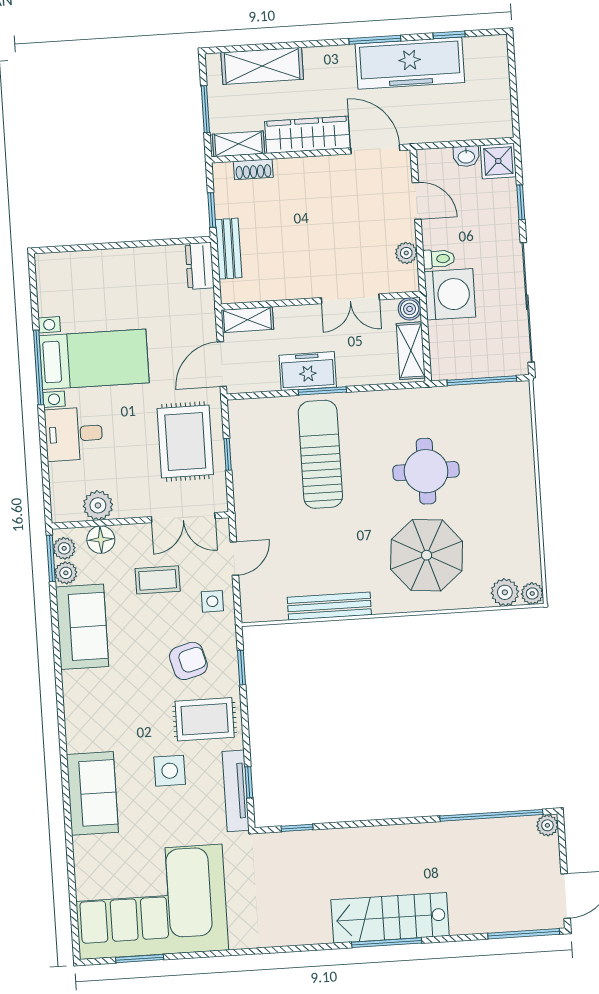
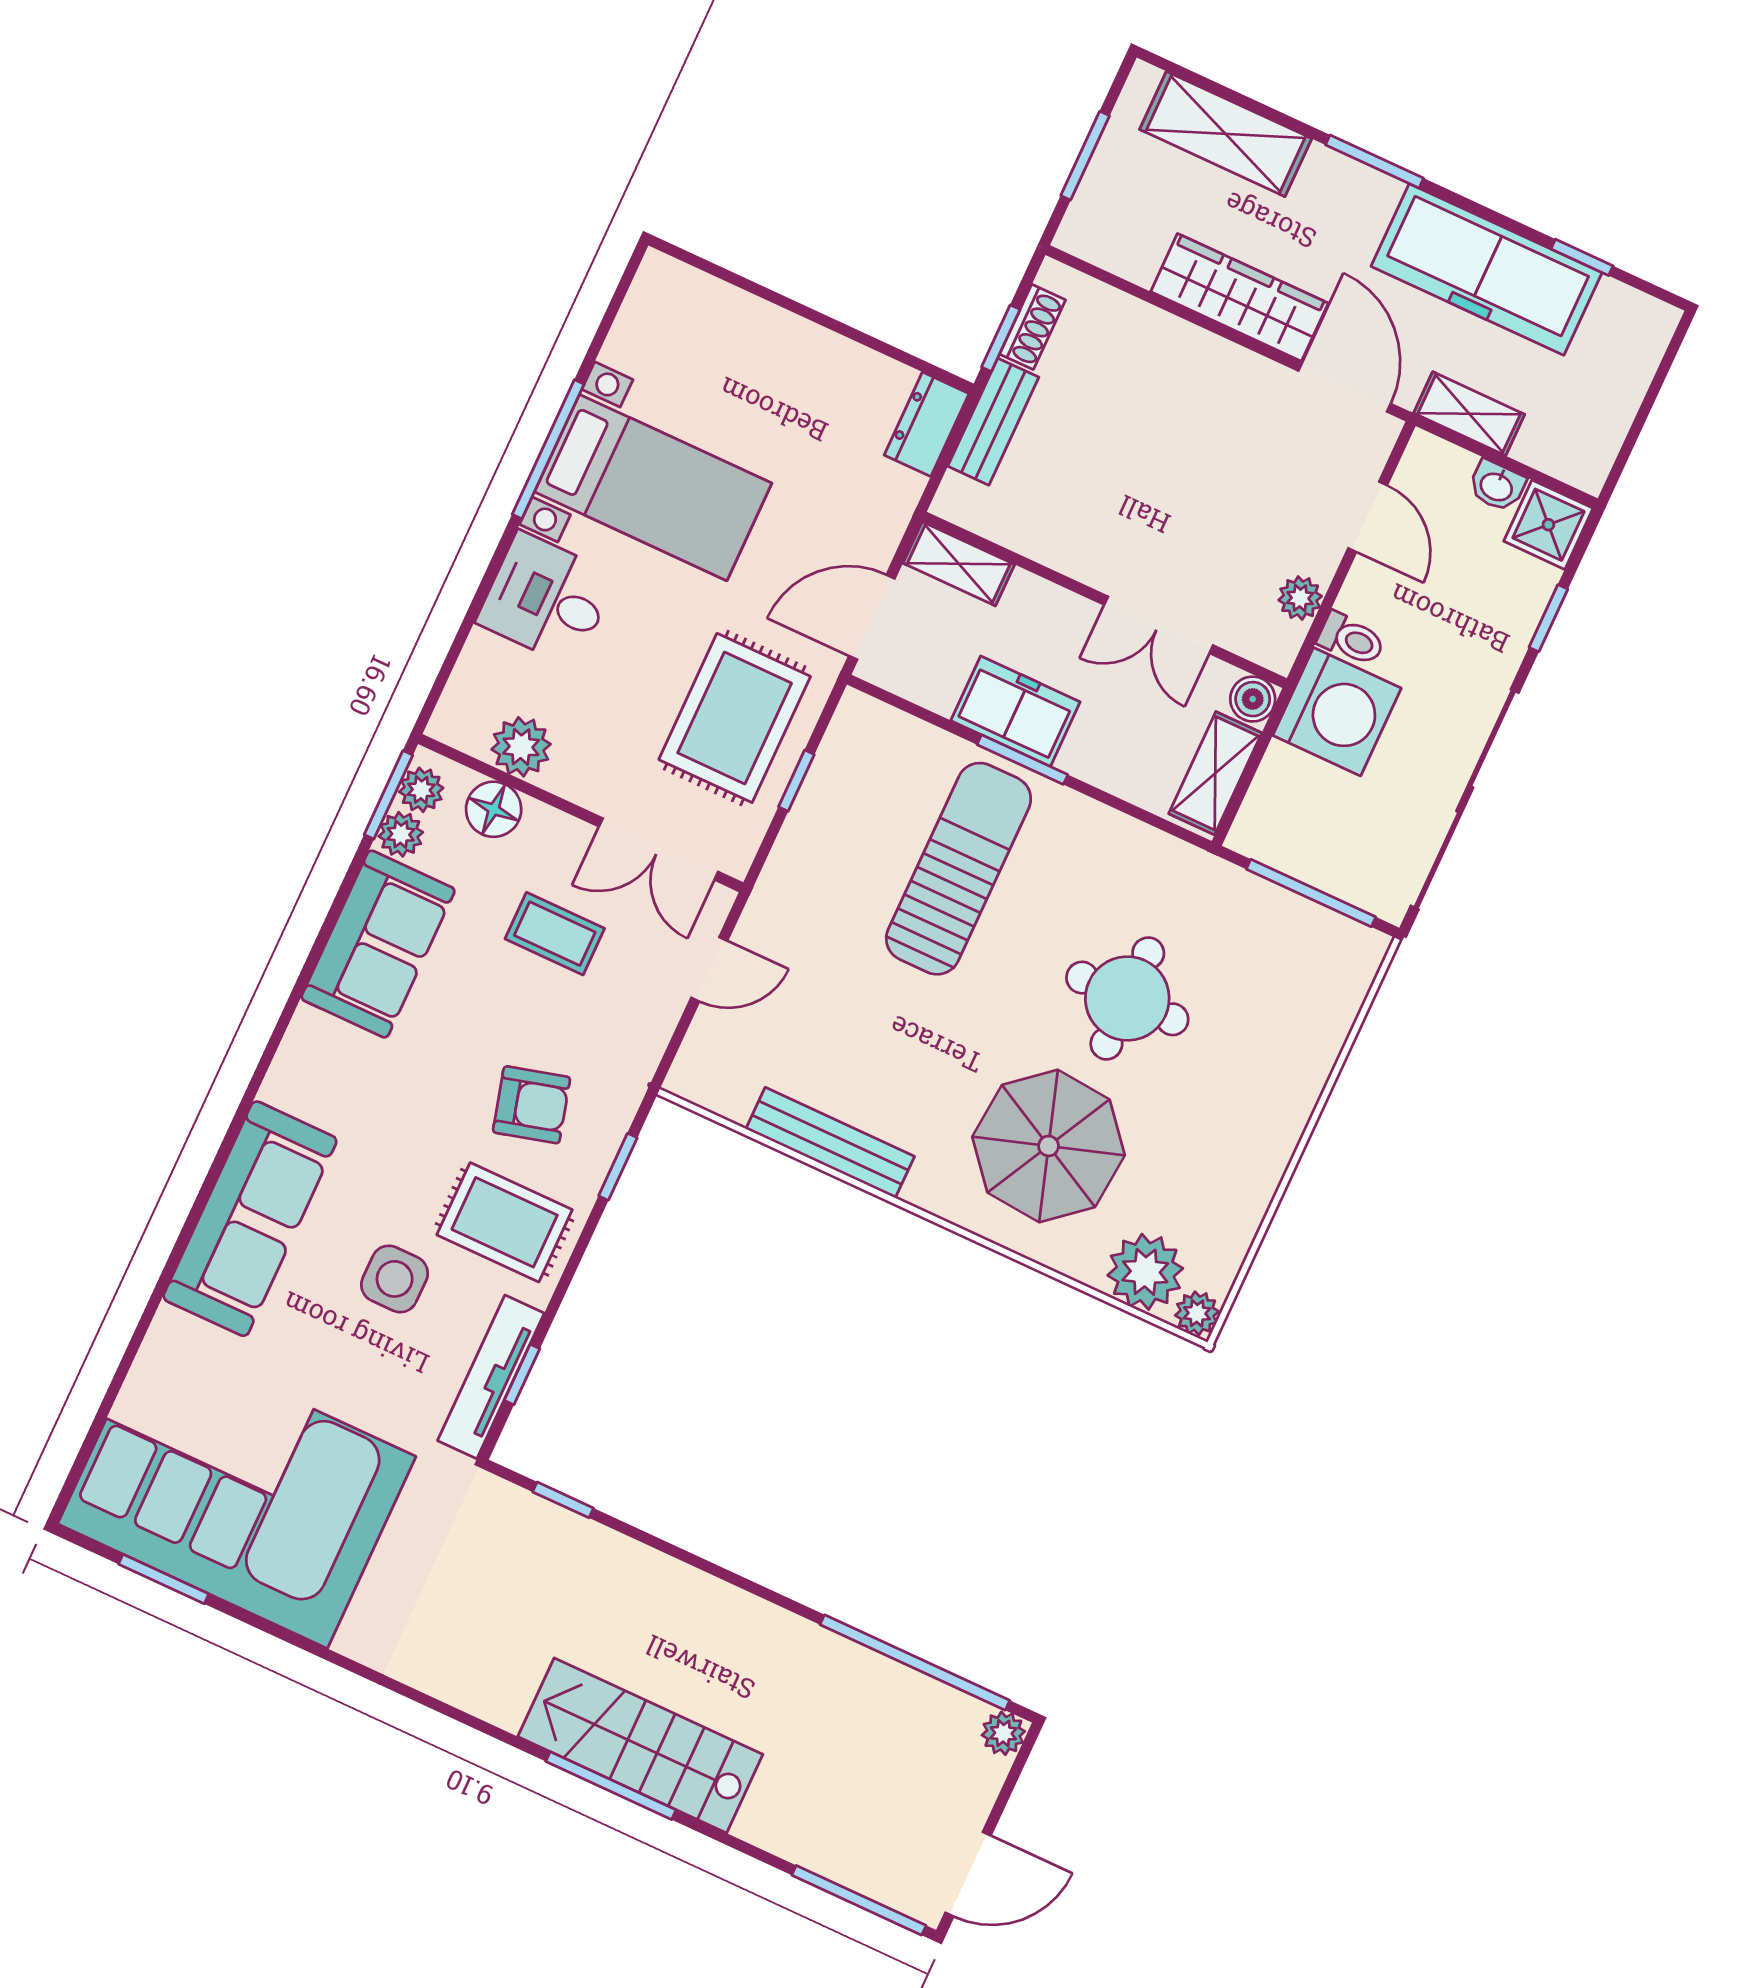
window: (375, 40) -> (1375, 161), moved
shelving: (238, 144) -> (1469, 414), moved
shoe rack: (253, 169) -> (1033, 327), moved, turned -90
plant: (505, 592) -> (1145, 1272), width x1.36, depth x1.36
side table: (212, 601) -> (630, 1023), removed
sofa: (92, 793) -> (250, 1219), width x1.36

